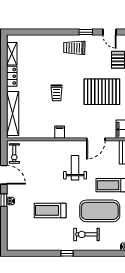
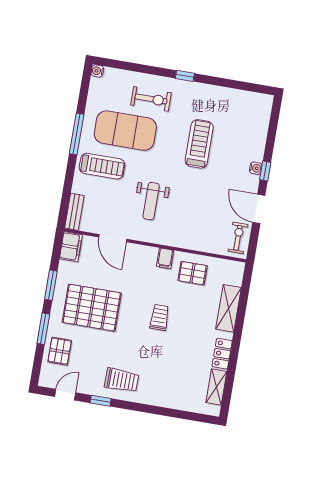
door: (109, 32) -> (65, 395), hinge flipped
shelving: (13, 114) -> (229, 308), width x0.68
pallet: (40, 125) -> (193, 273), added
door: (96, 139) -> (113, 238), swing flipped
treadmill: (50, 210) -> (199, 144), turned -90

